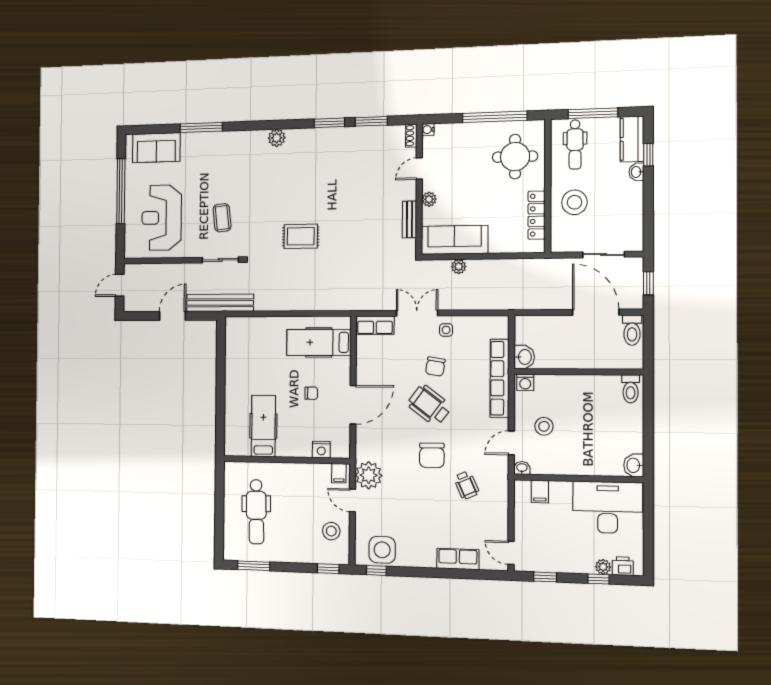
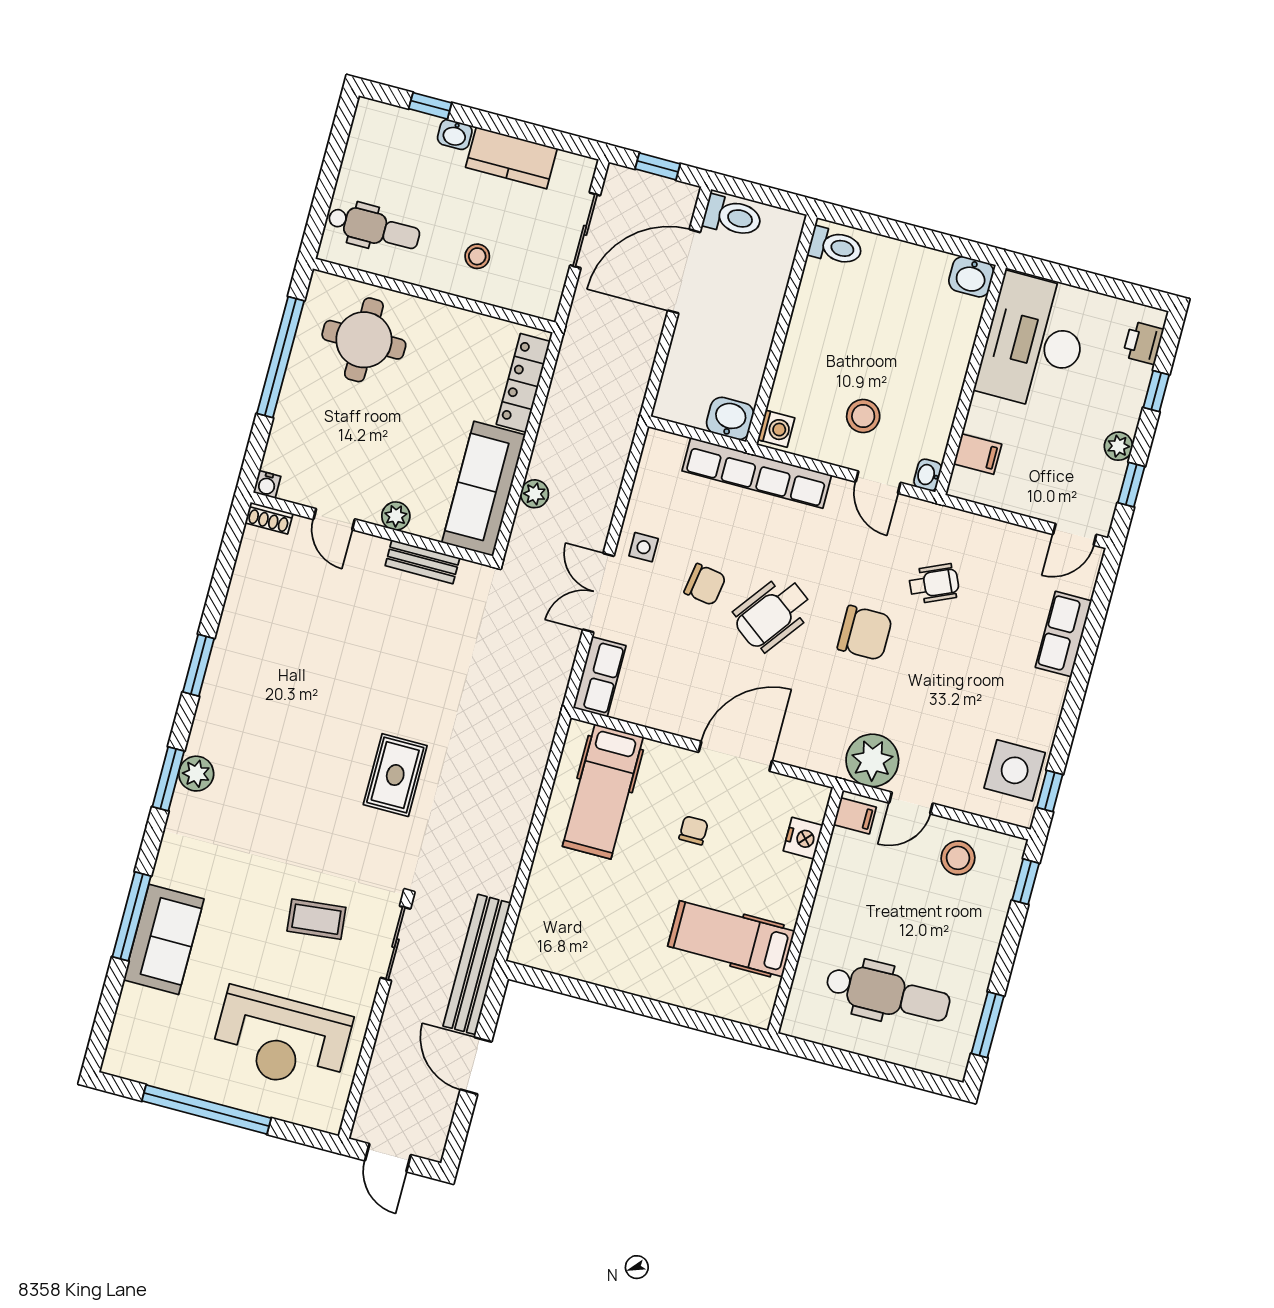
window: (593, 113) -> (327, 182), removed
window: (371, 121) -> (168, 779), moved
kitchen counter: (632, 139) -> (511, 158), moved
sofa: (156, 148) -> (164, 939), moved
stool: (574, 202) -> (477, 256), width x0.53, depth x0.53
locker: (537, 215) -> (523, 383), moved, turned 90
door: (353, 405) -> (735, 756), hinge flipped
plant: (603, 567) -> (1118, 446), moved

